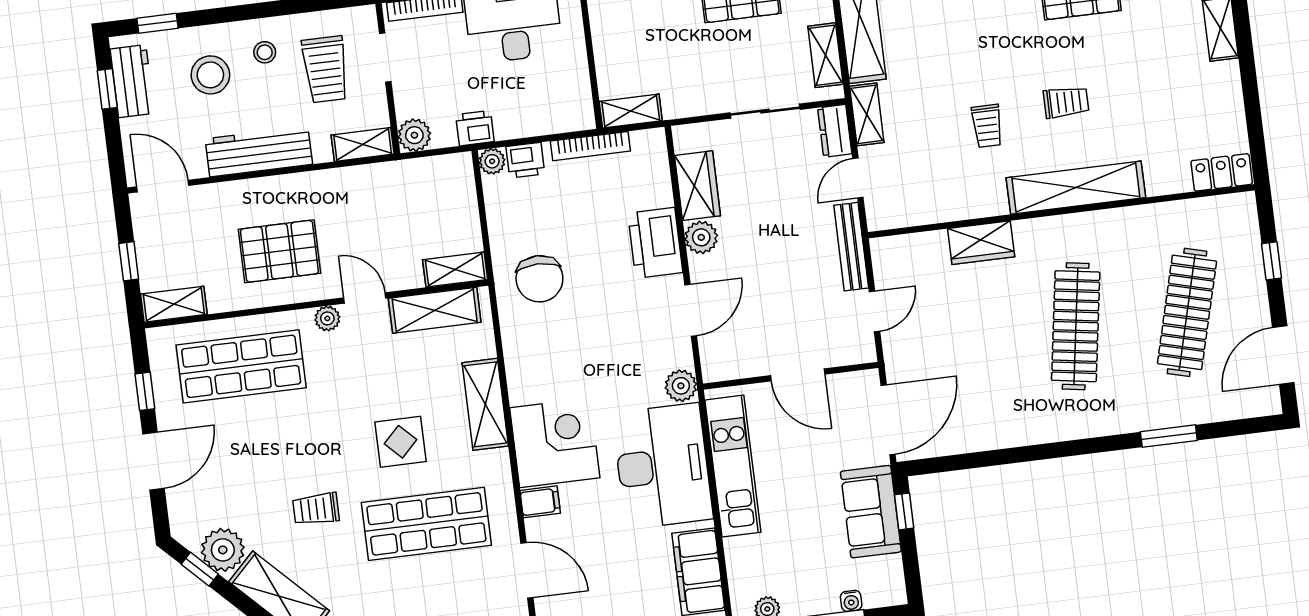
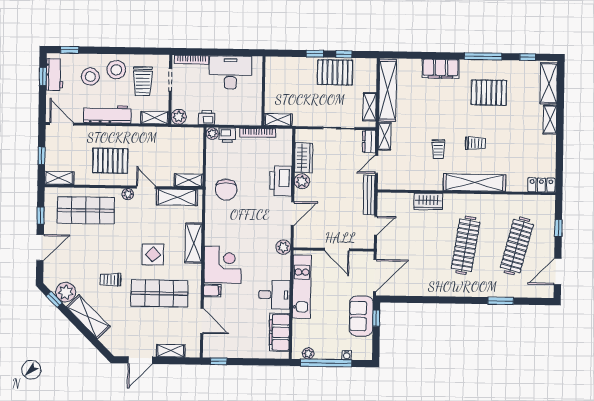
stool: (265, 52) -> (116, 70), width x1.89, depth x1.89
desk: (663, 466) -> (274, 295), width x0.53, depth x0.77

